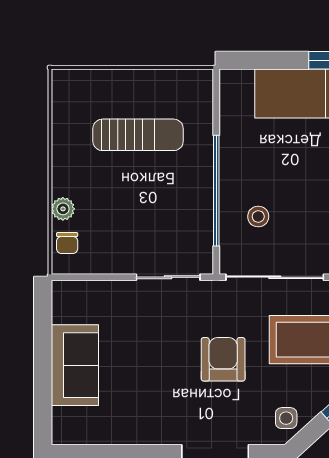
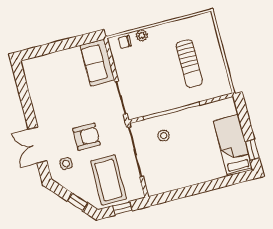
sofa: (75, 365) -> (97, 63), moved, turned 90
side table: (286, 418) -> (66, 164), moved

